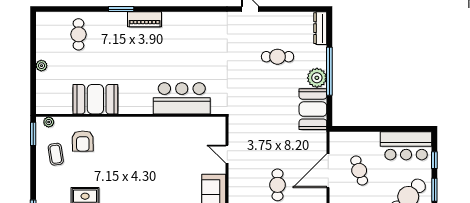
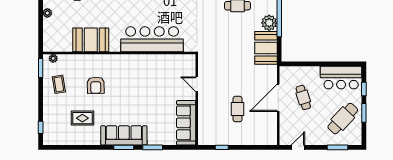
bar counter: (182, 98) -> (152, 39), width x1.36
armchair: (83, 141) -> (96, 85), moved

